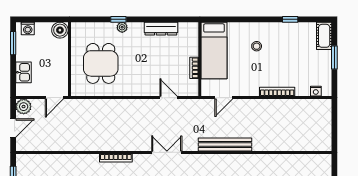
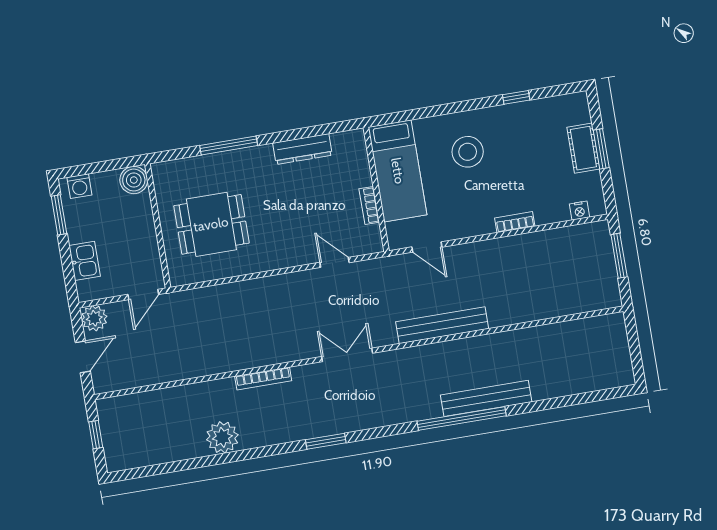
window: (118, 19) -> (229, 145), width x2.17
plant: (122, 27) -> (237, 158), removed
cot: (324, 36) -> (583, 148), moved
stool: (257, 46) -> (468, 152), width x1.89, depth x1.89
dining table: (101, 63) -> (211, 224), turned 90
bookcase: (277, 92) -> (515, 222), width x0.64
door: (224, 98) -> (427, 247), hinge flipped
window: (334, 121) -> (619, 256), added

